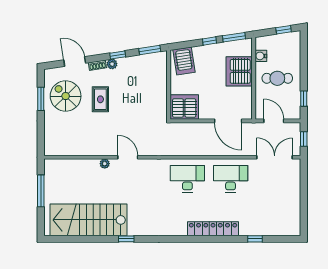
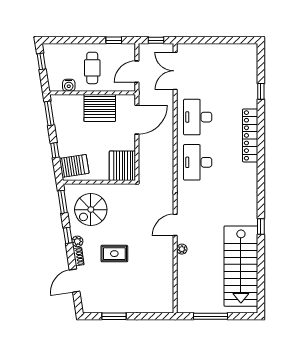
window: (209, 41) -> (55, 150), moved
server rack: (239, 71) -> (100, 108), moved
spiral stairs: (66, 96) -> (91, 210), moved

